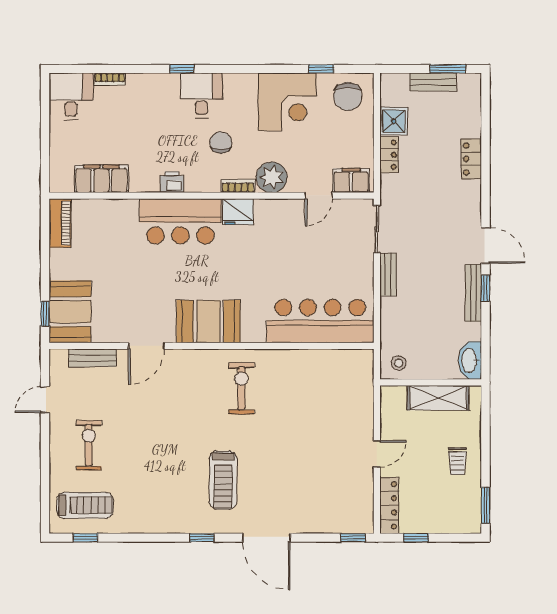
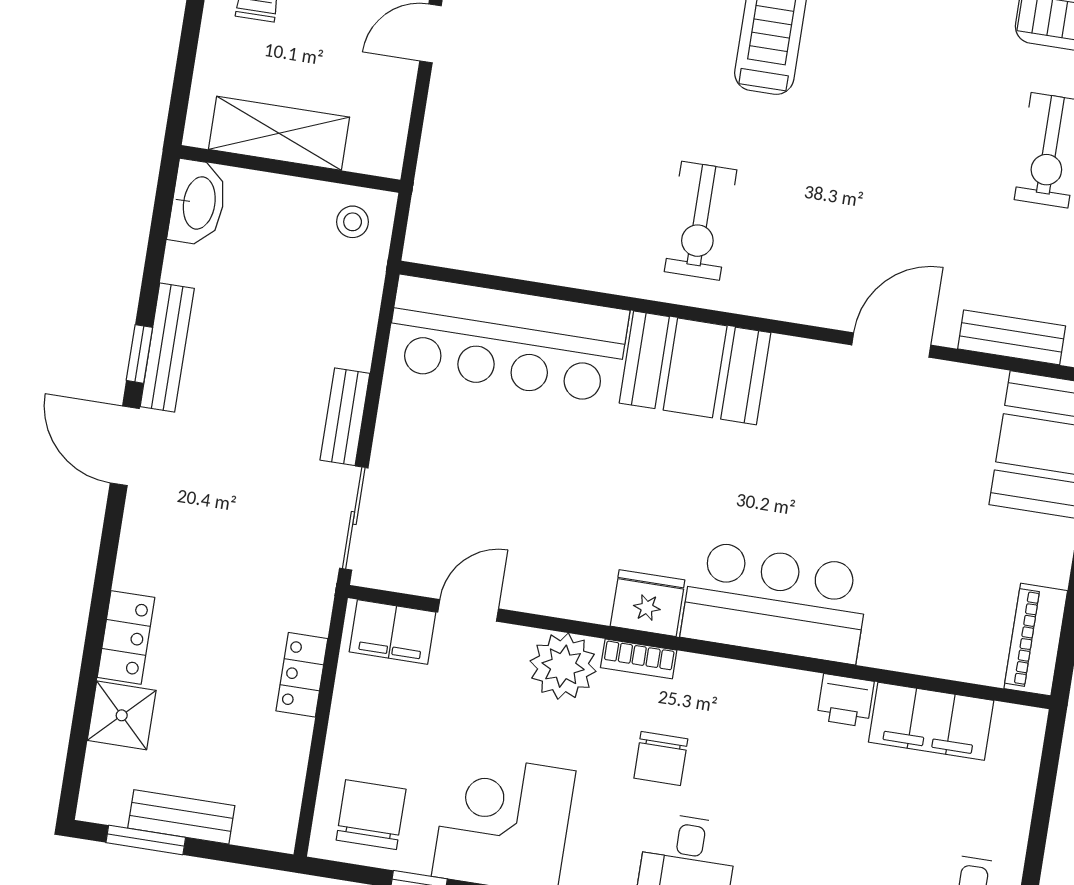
shower: (394, 121) -> (122, 715), moved
printer: (172, 182) -> (845, 701), moved
booth: (208, 322) -> (695, 368), moved

